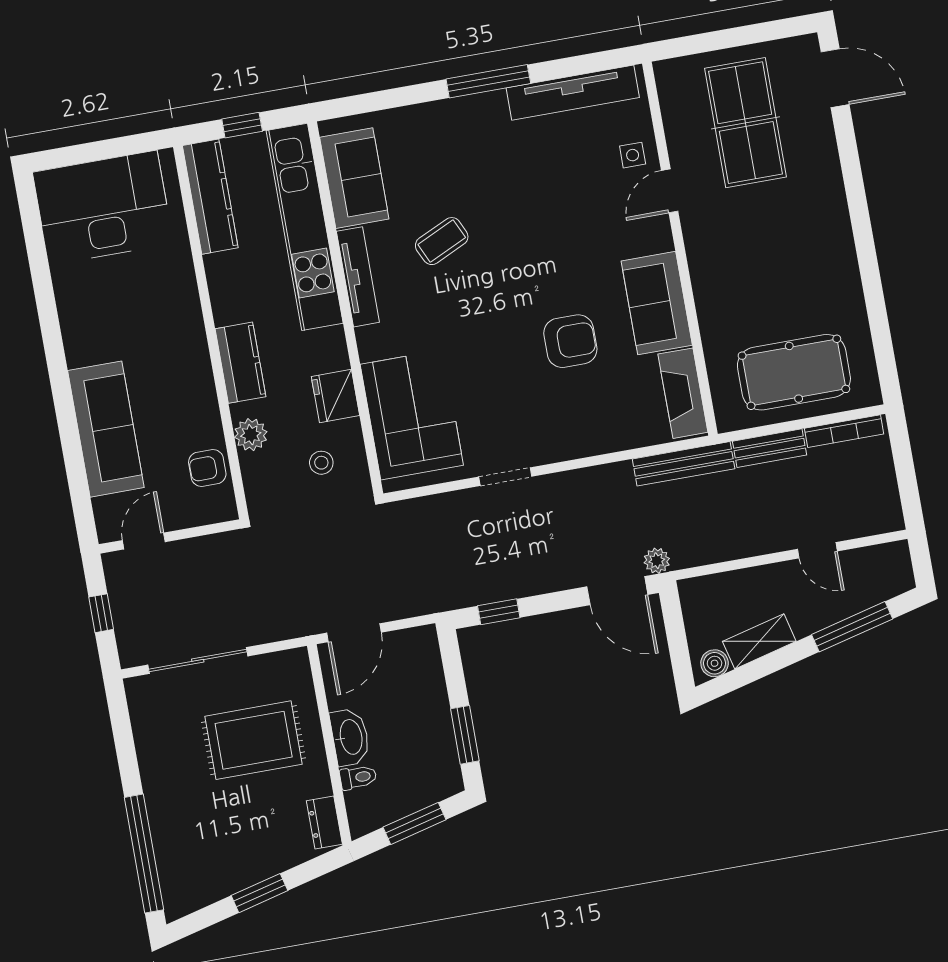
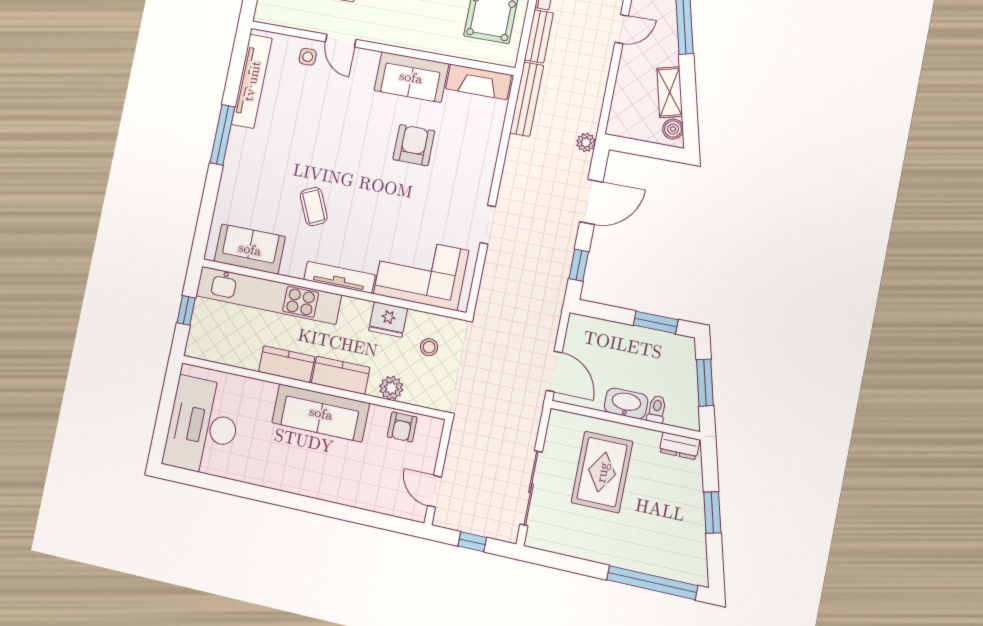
kitchen counter: (210, 197) -> (287, 364), moved, width x0.67
tv unit: (358, 277) -> (339, 277), moved
sofa: (106, 429) -> (321, 413), moved, turned 180
door: (617, 591) -> (591, 202), moved

